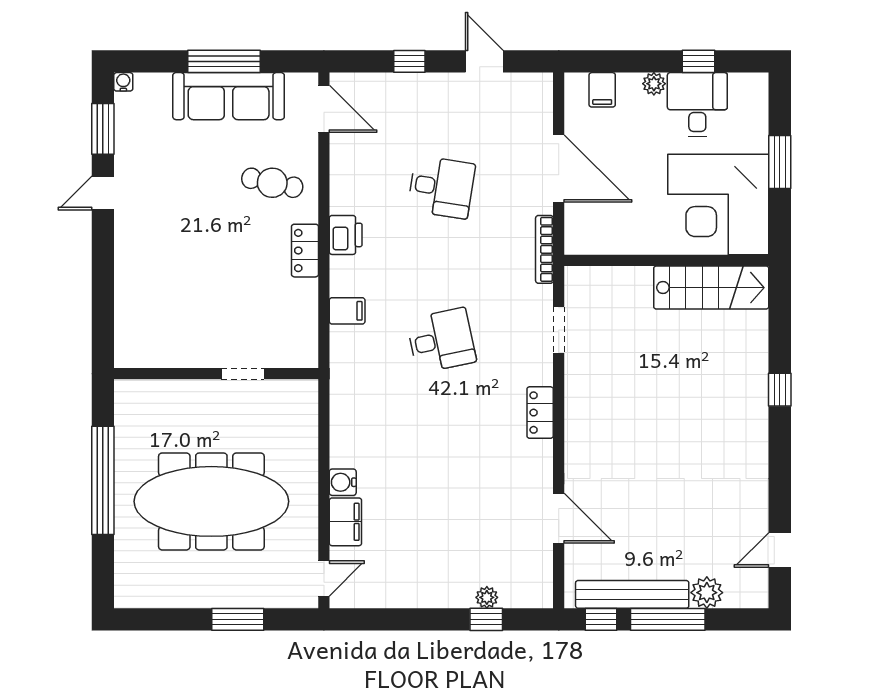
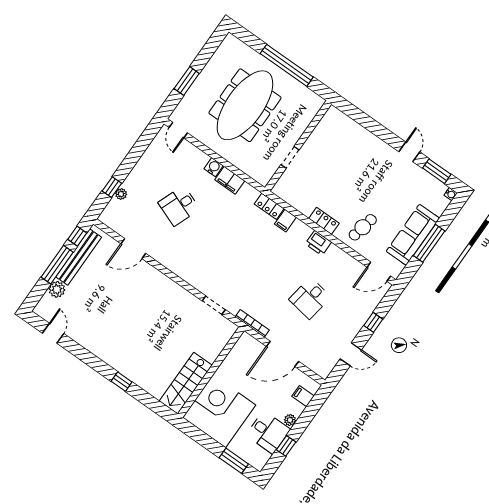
window: (780, 162) -> (234, 461), moved
desk: (441, 340) -> (179, 206), moved, turned 33
locker: (540, 413) -> (269, 206), moved, turned 180
filing cabinet: (345, 522) -> (230, 180), moved

